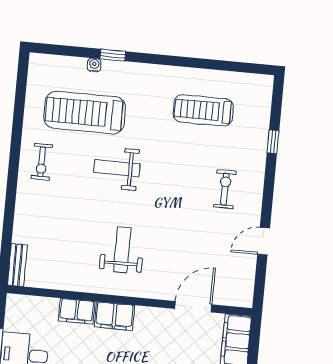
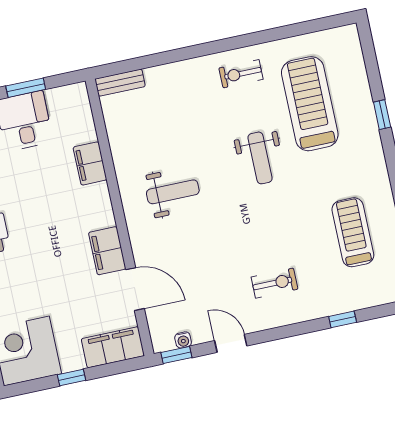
water cooler: (94, 65) -> (183, 340), moved, turned 90
weight bench: (117, 168) -> (260, 158), turned 180
window: (259, 290) -> (176, 355), added
filing cabinet: (114, 316) -> (107, 251), moved

